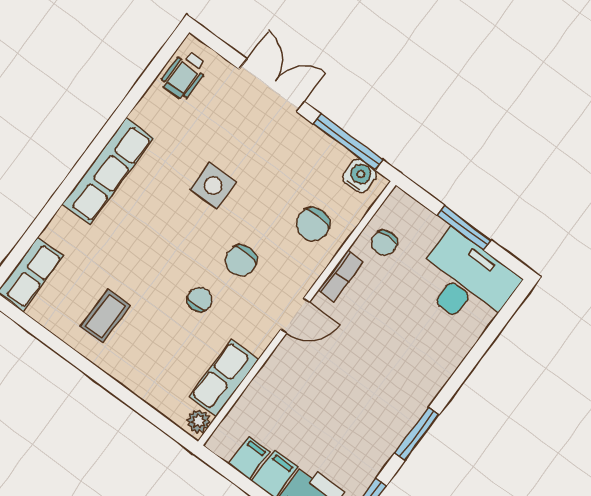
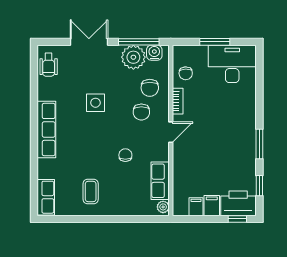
plant: (323, 159) -> (133, 57), added
chair: (241, 261) -> (141, 112), moved

